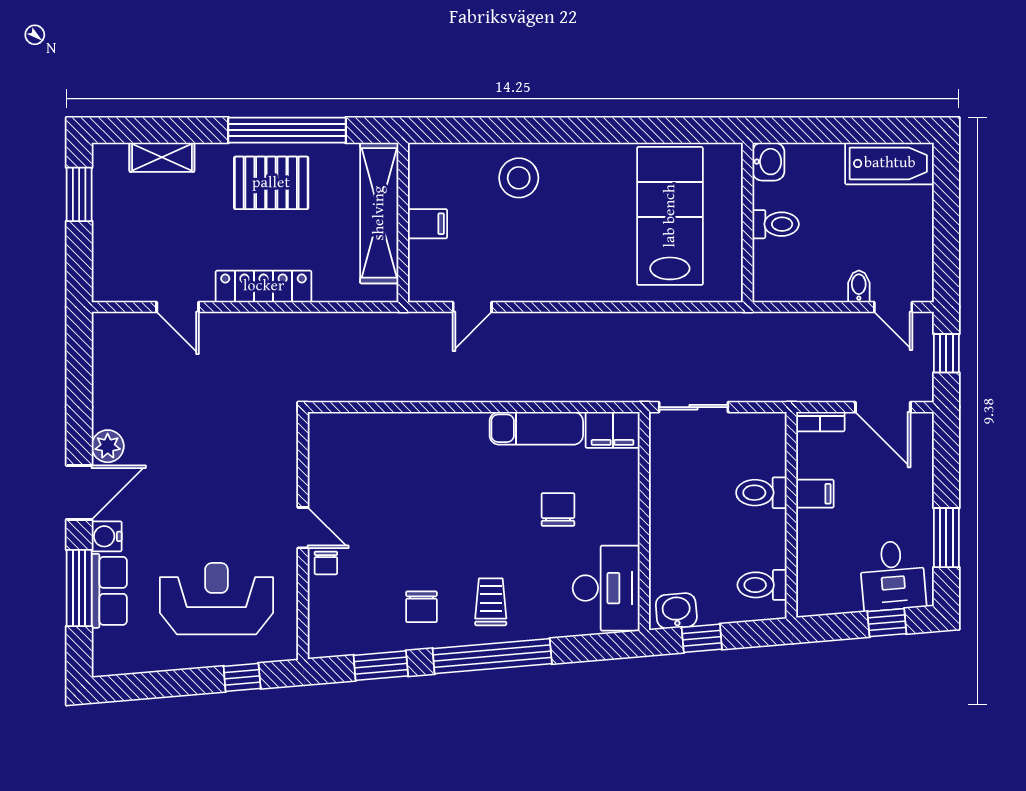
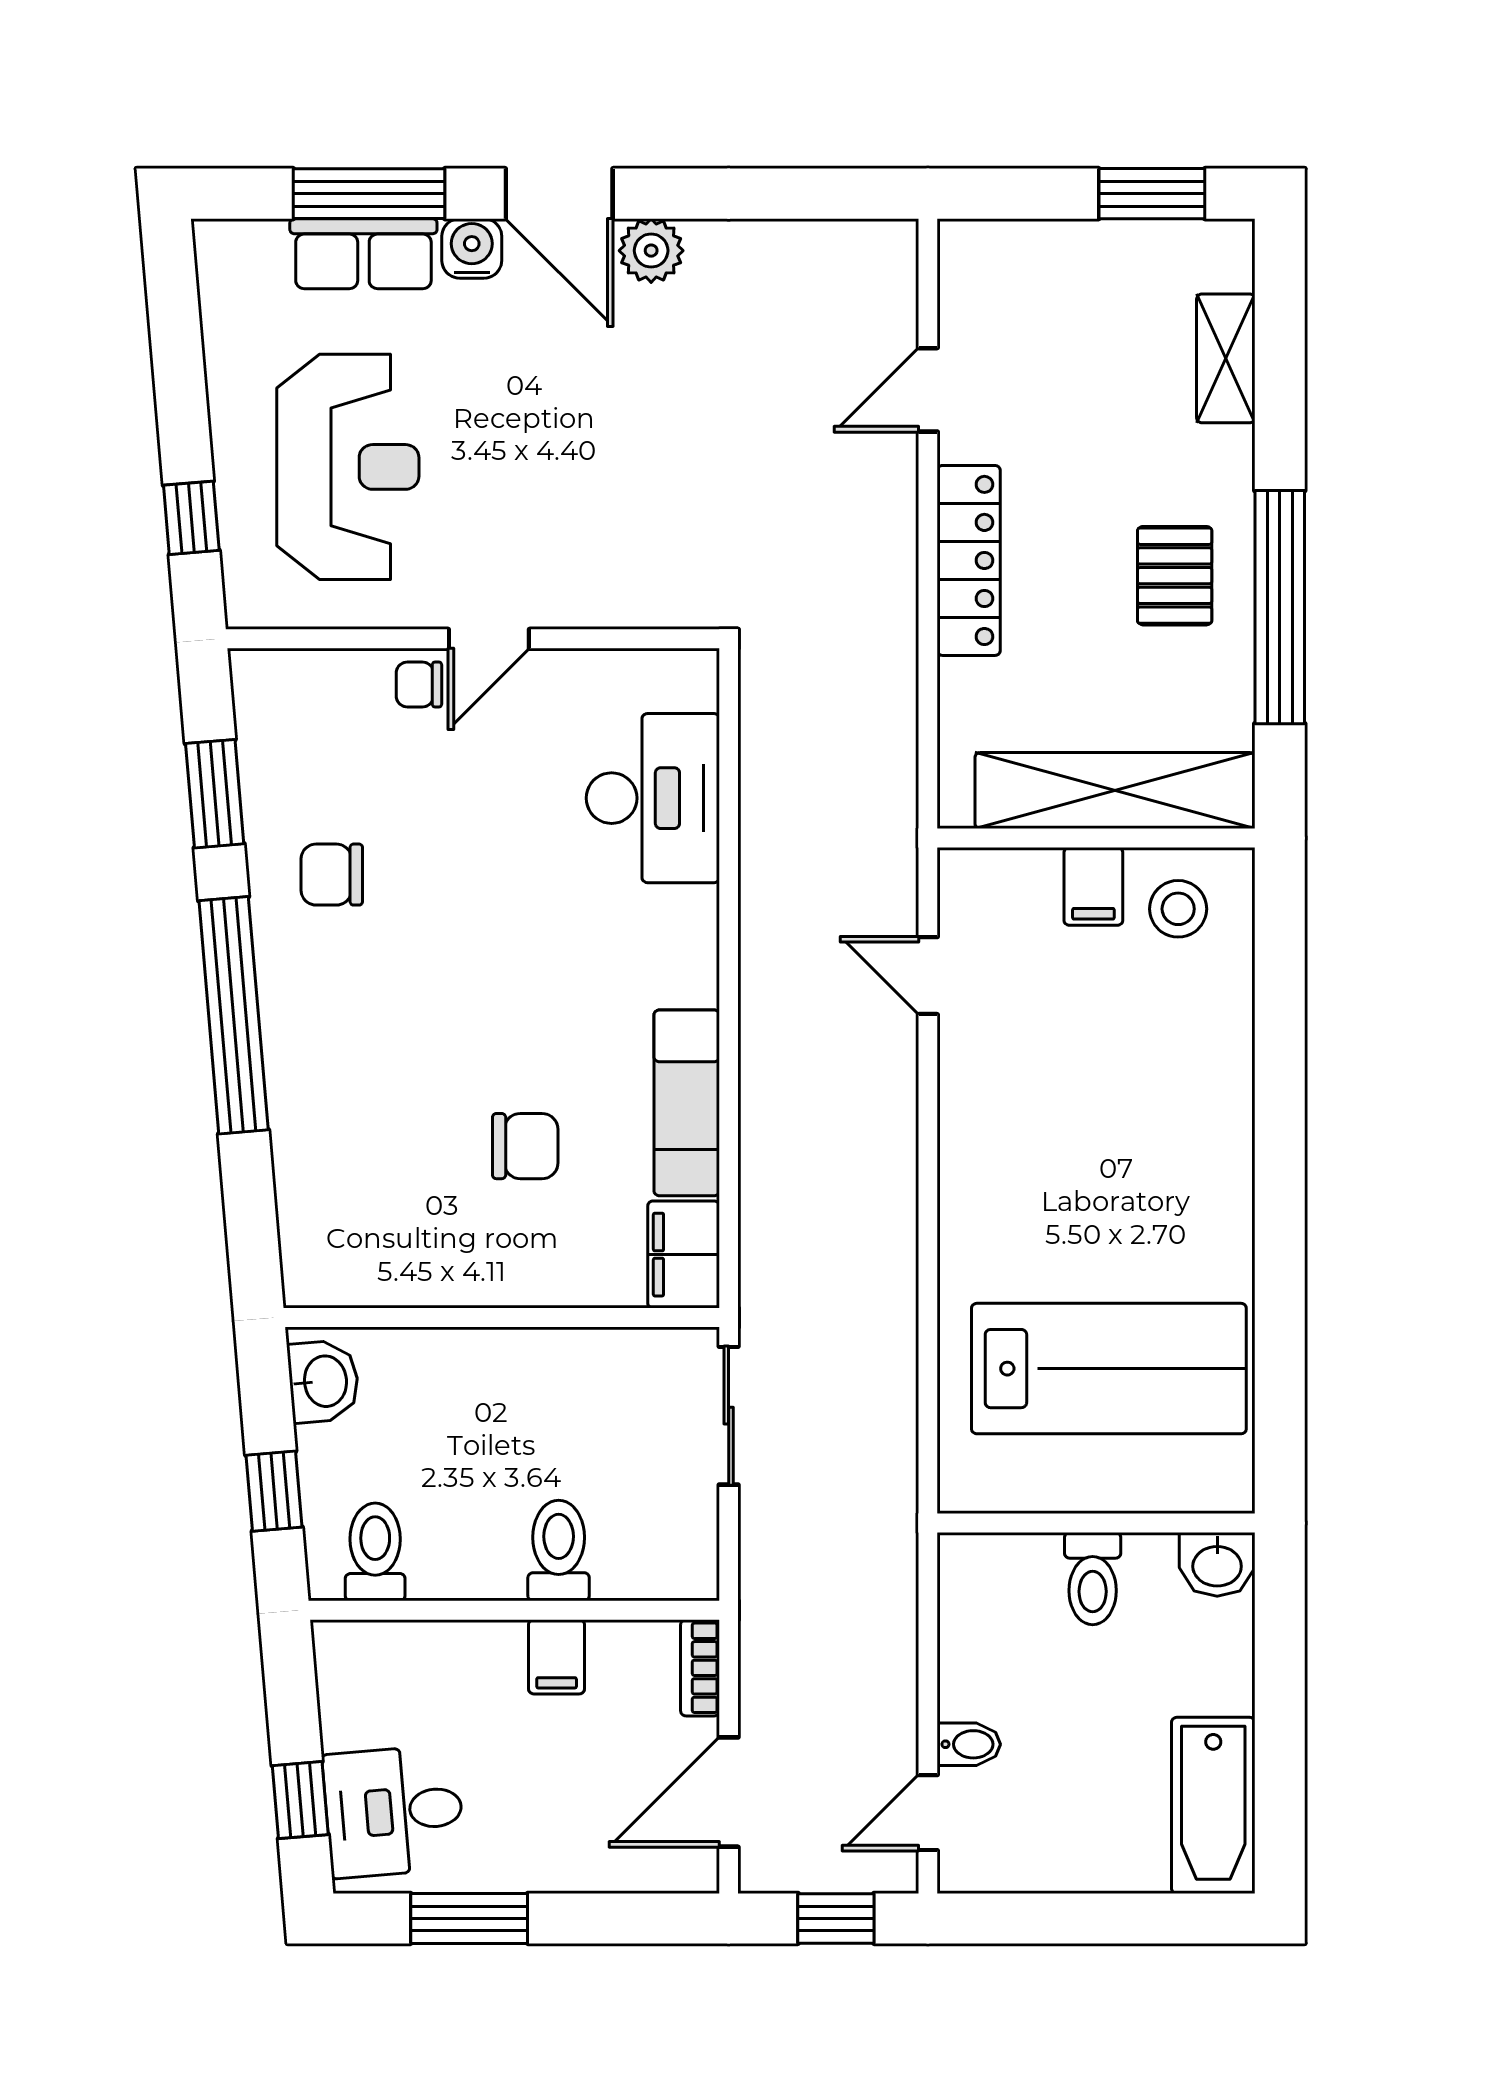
stool: (519, 178) -> (1178, 909), moved, width x0.73, depth x0.73
pallet: (271, 183) -> (1175, 576), width x0.67, depth x0.71
desk: (606, 588) -> (653, 798), moved, turned -90
trolley: (491, 602) -> (342, 1012), removed
window: (702, 638) -> (274, 1491), moved

